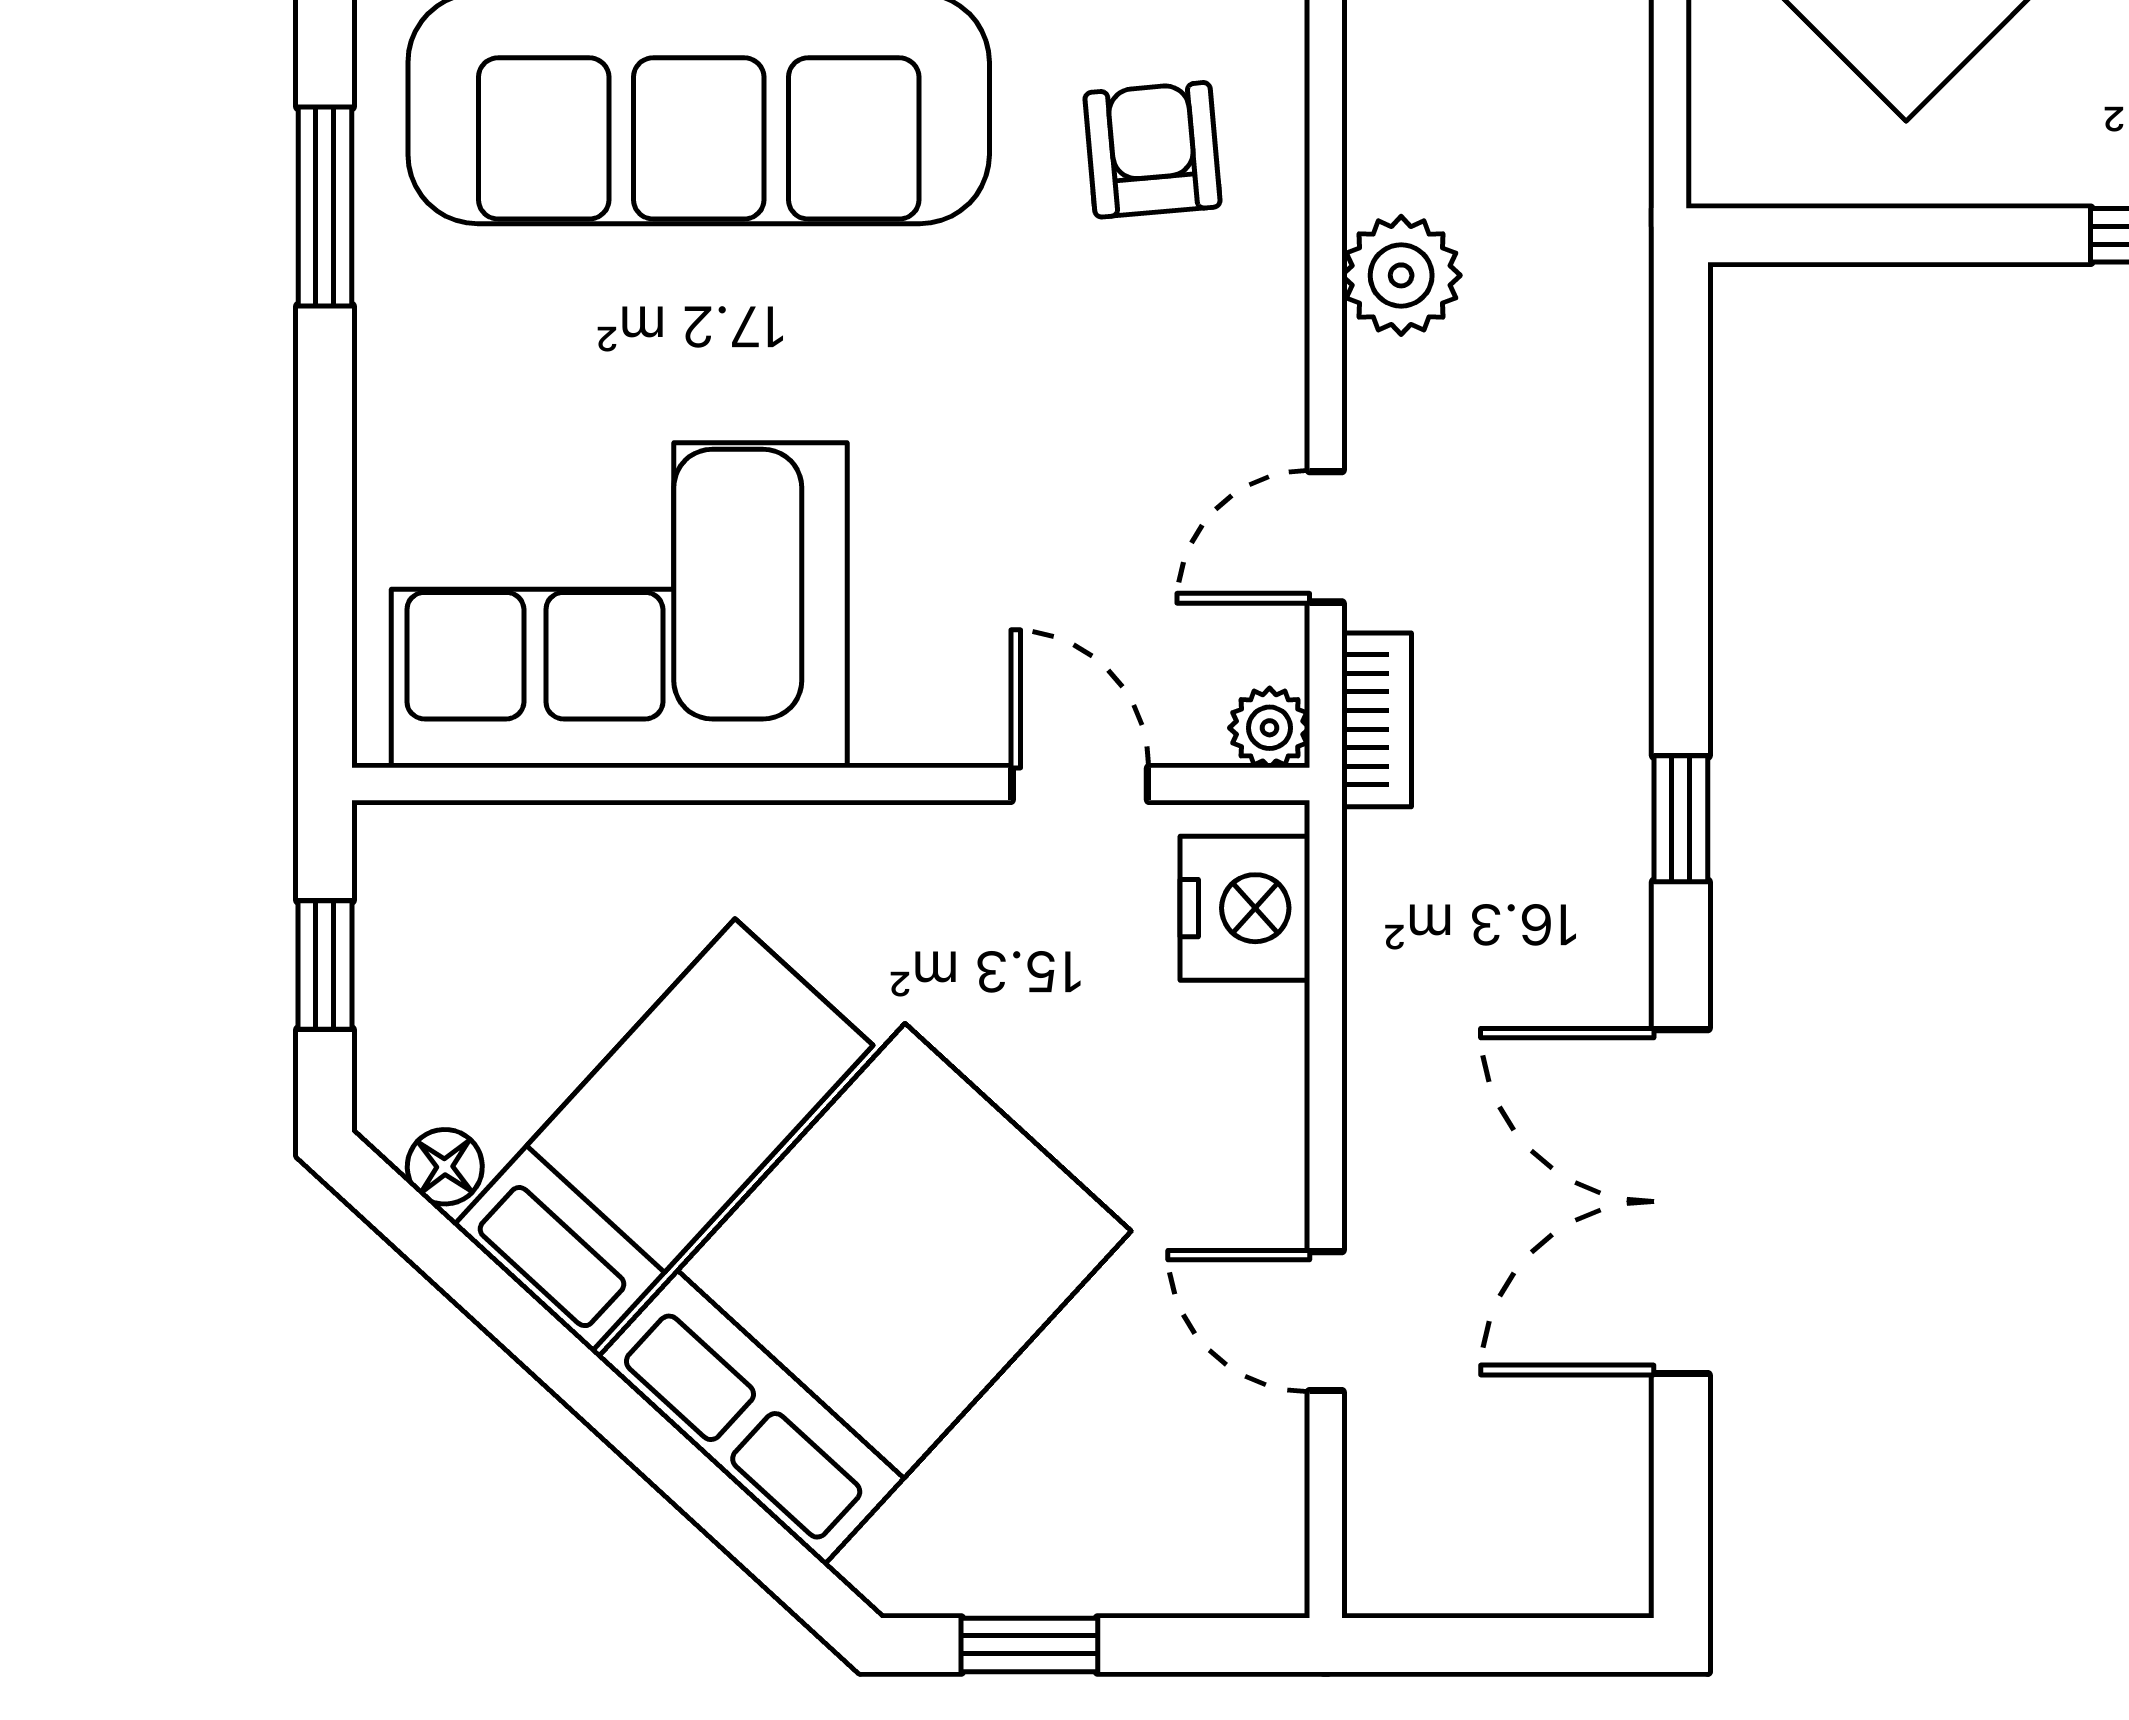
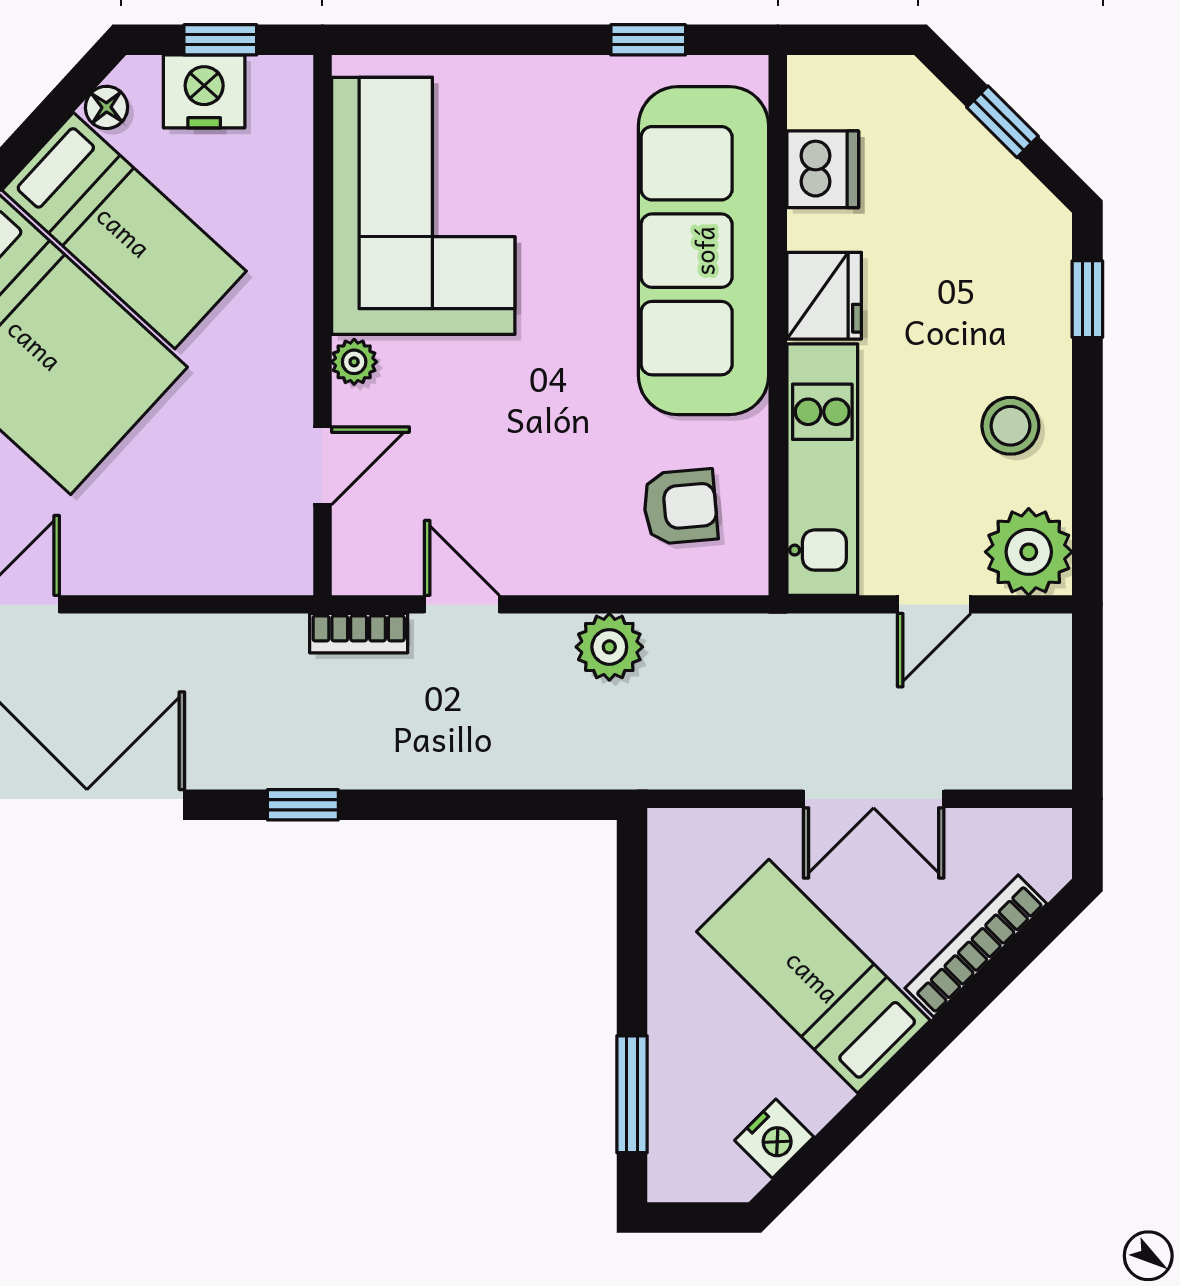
window: (325, 207) -> (648, 40), width x0.67
plant: (1270, 728) -> (354, 362), moved
nightstand: (1245, 908) -> (204, 91), moved, turned 180

